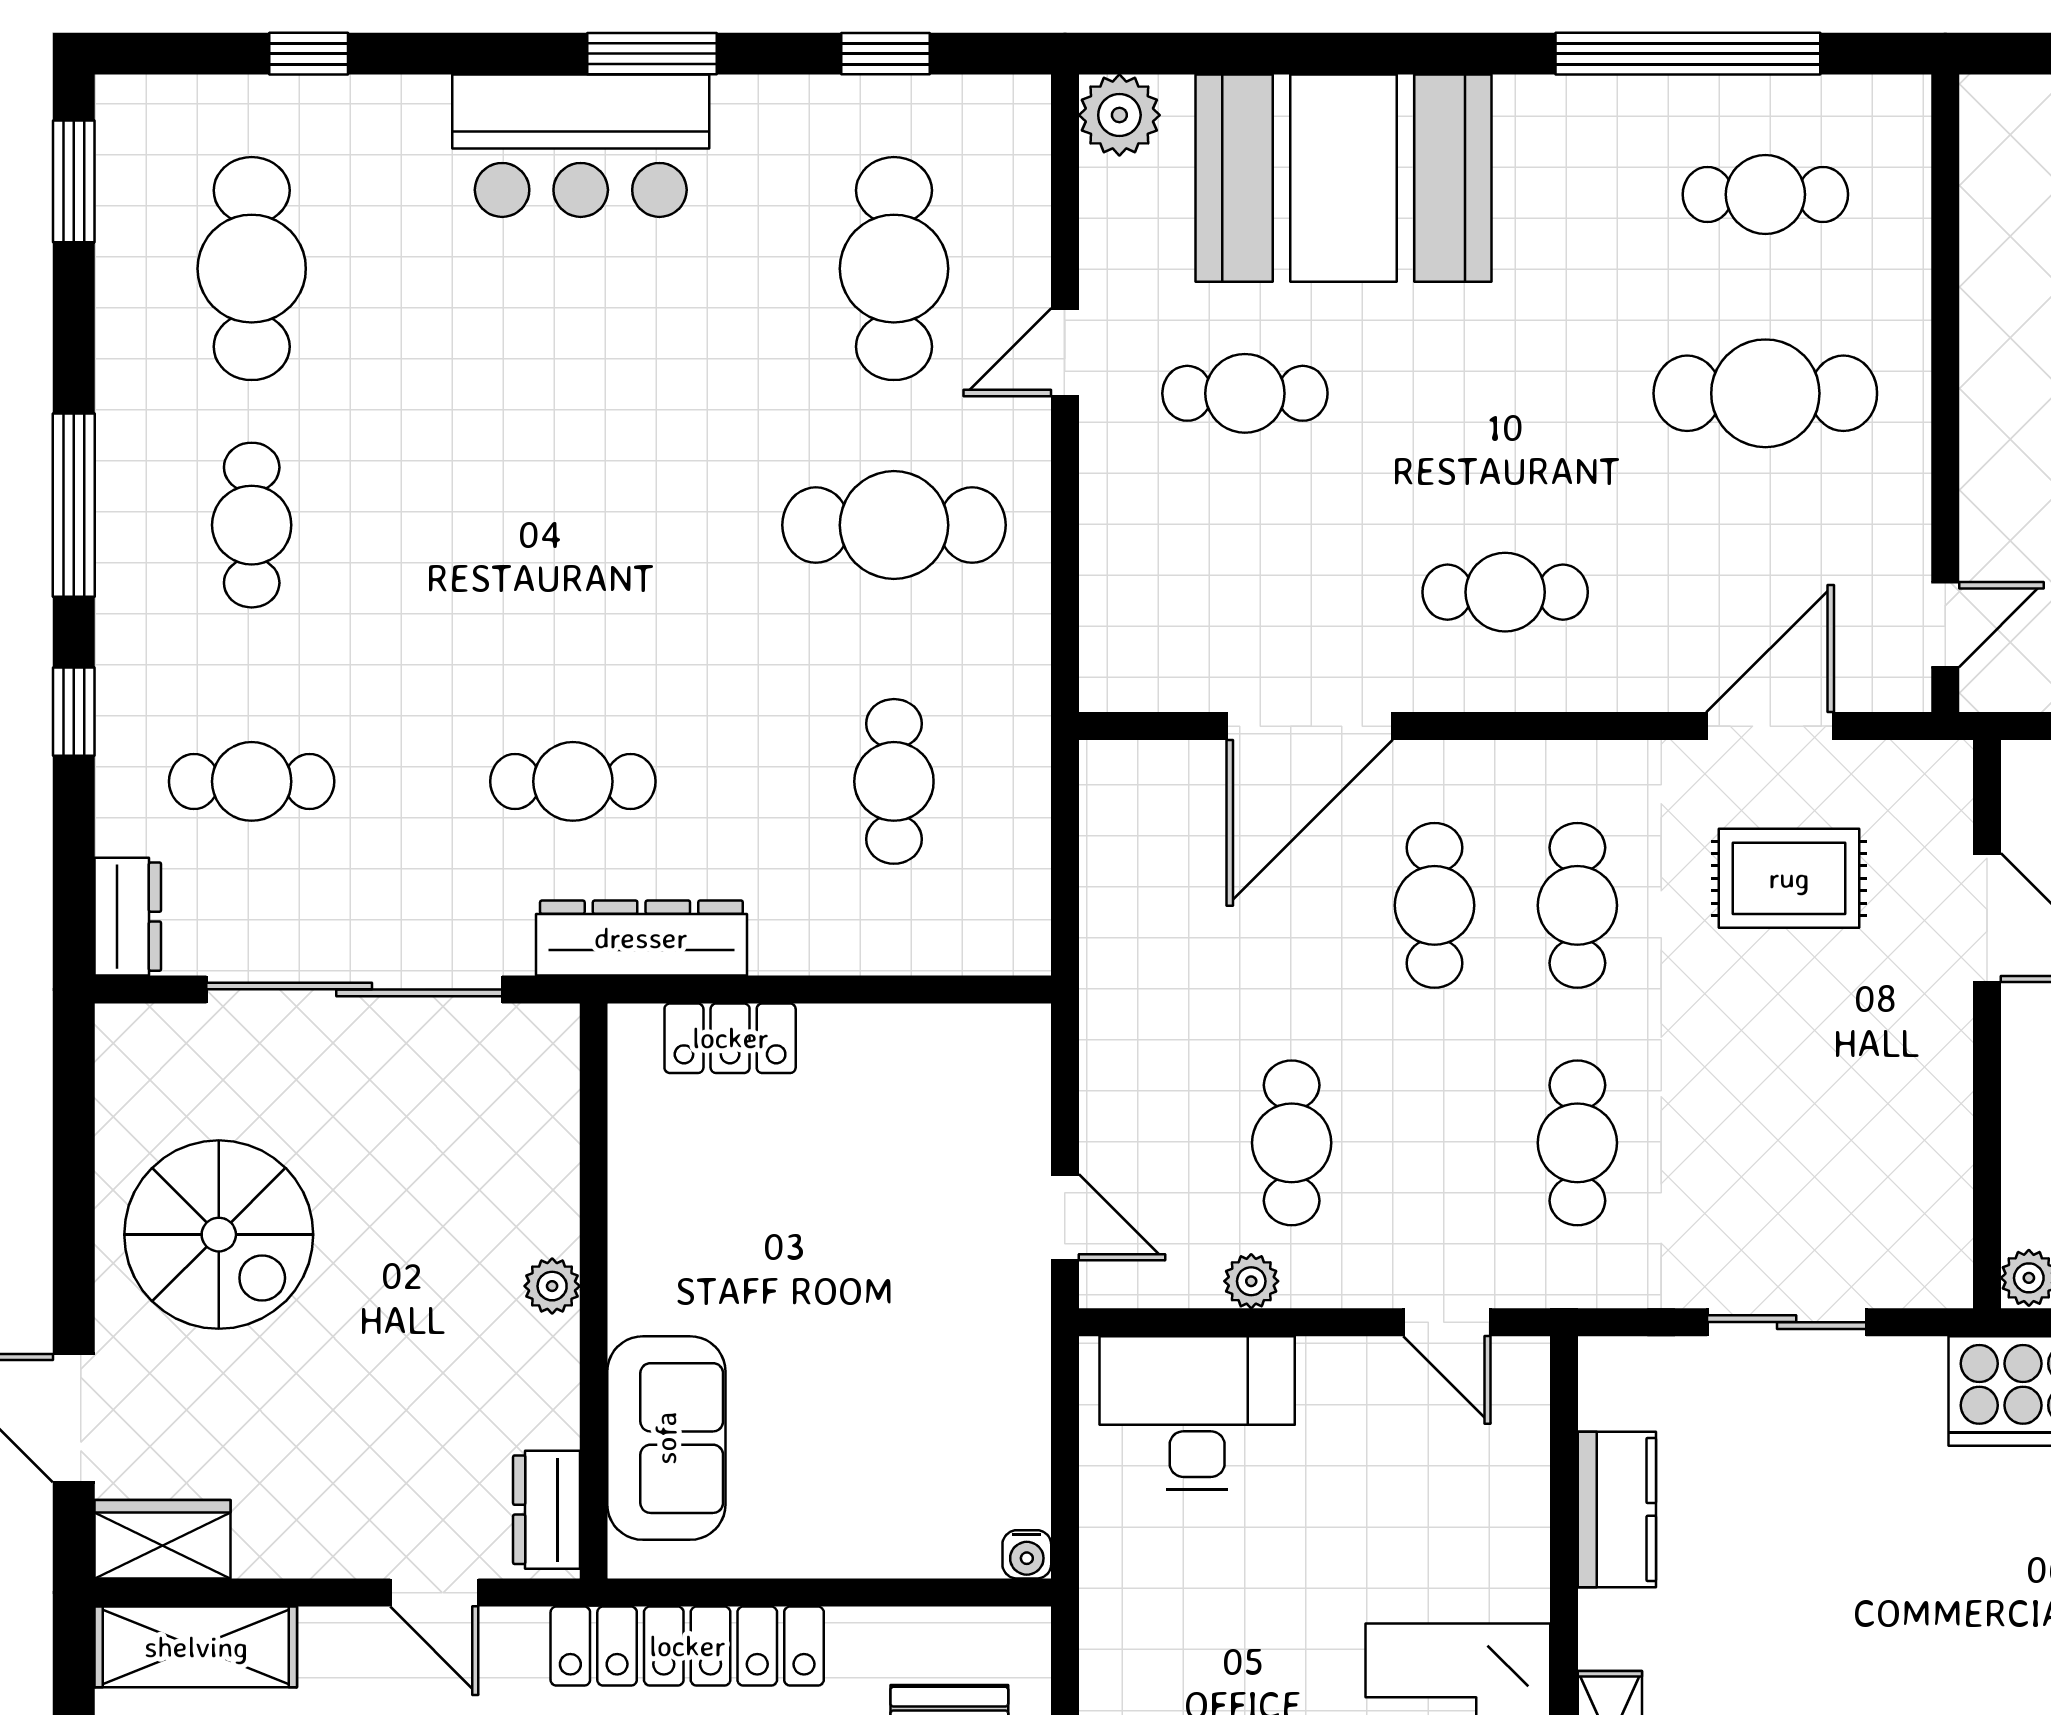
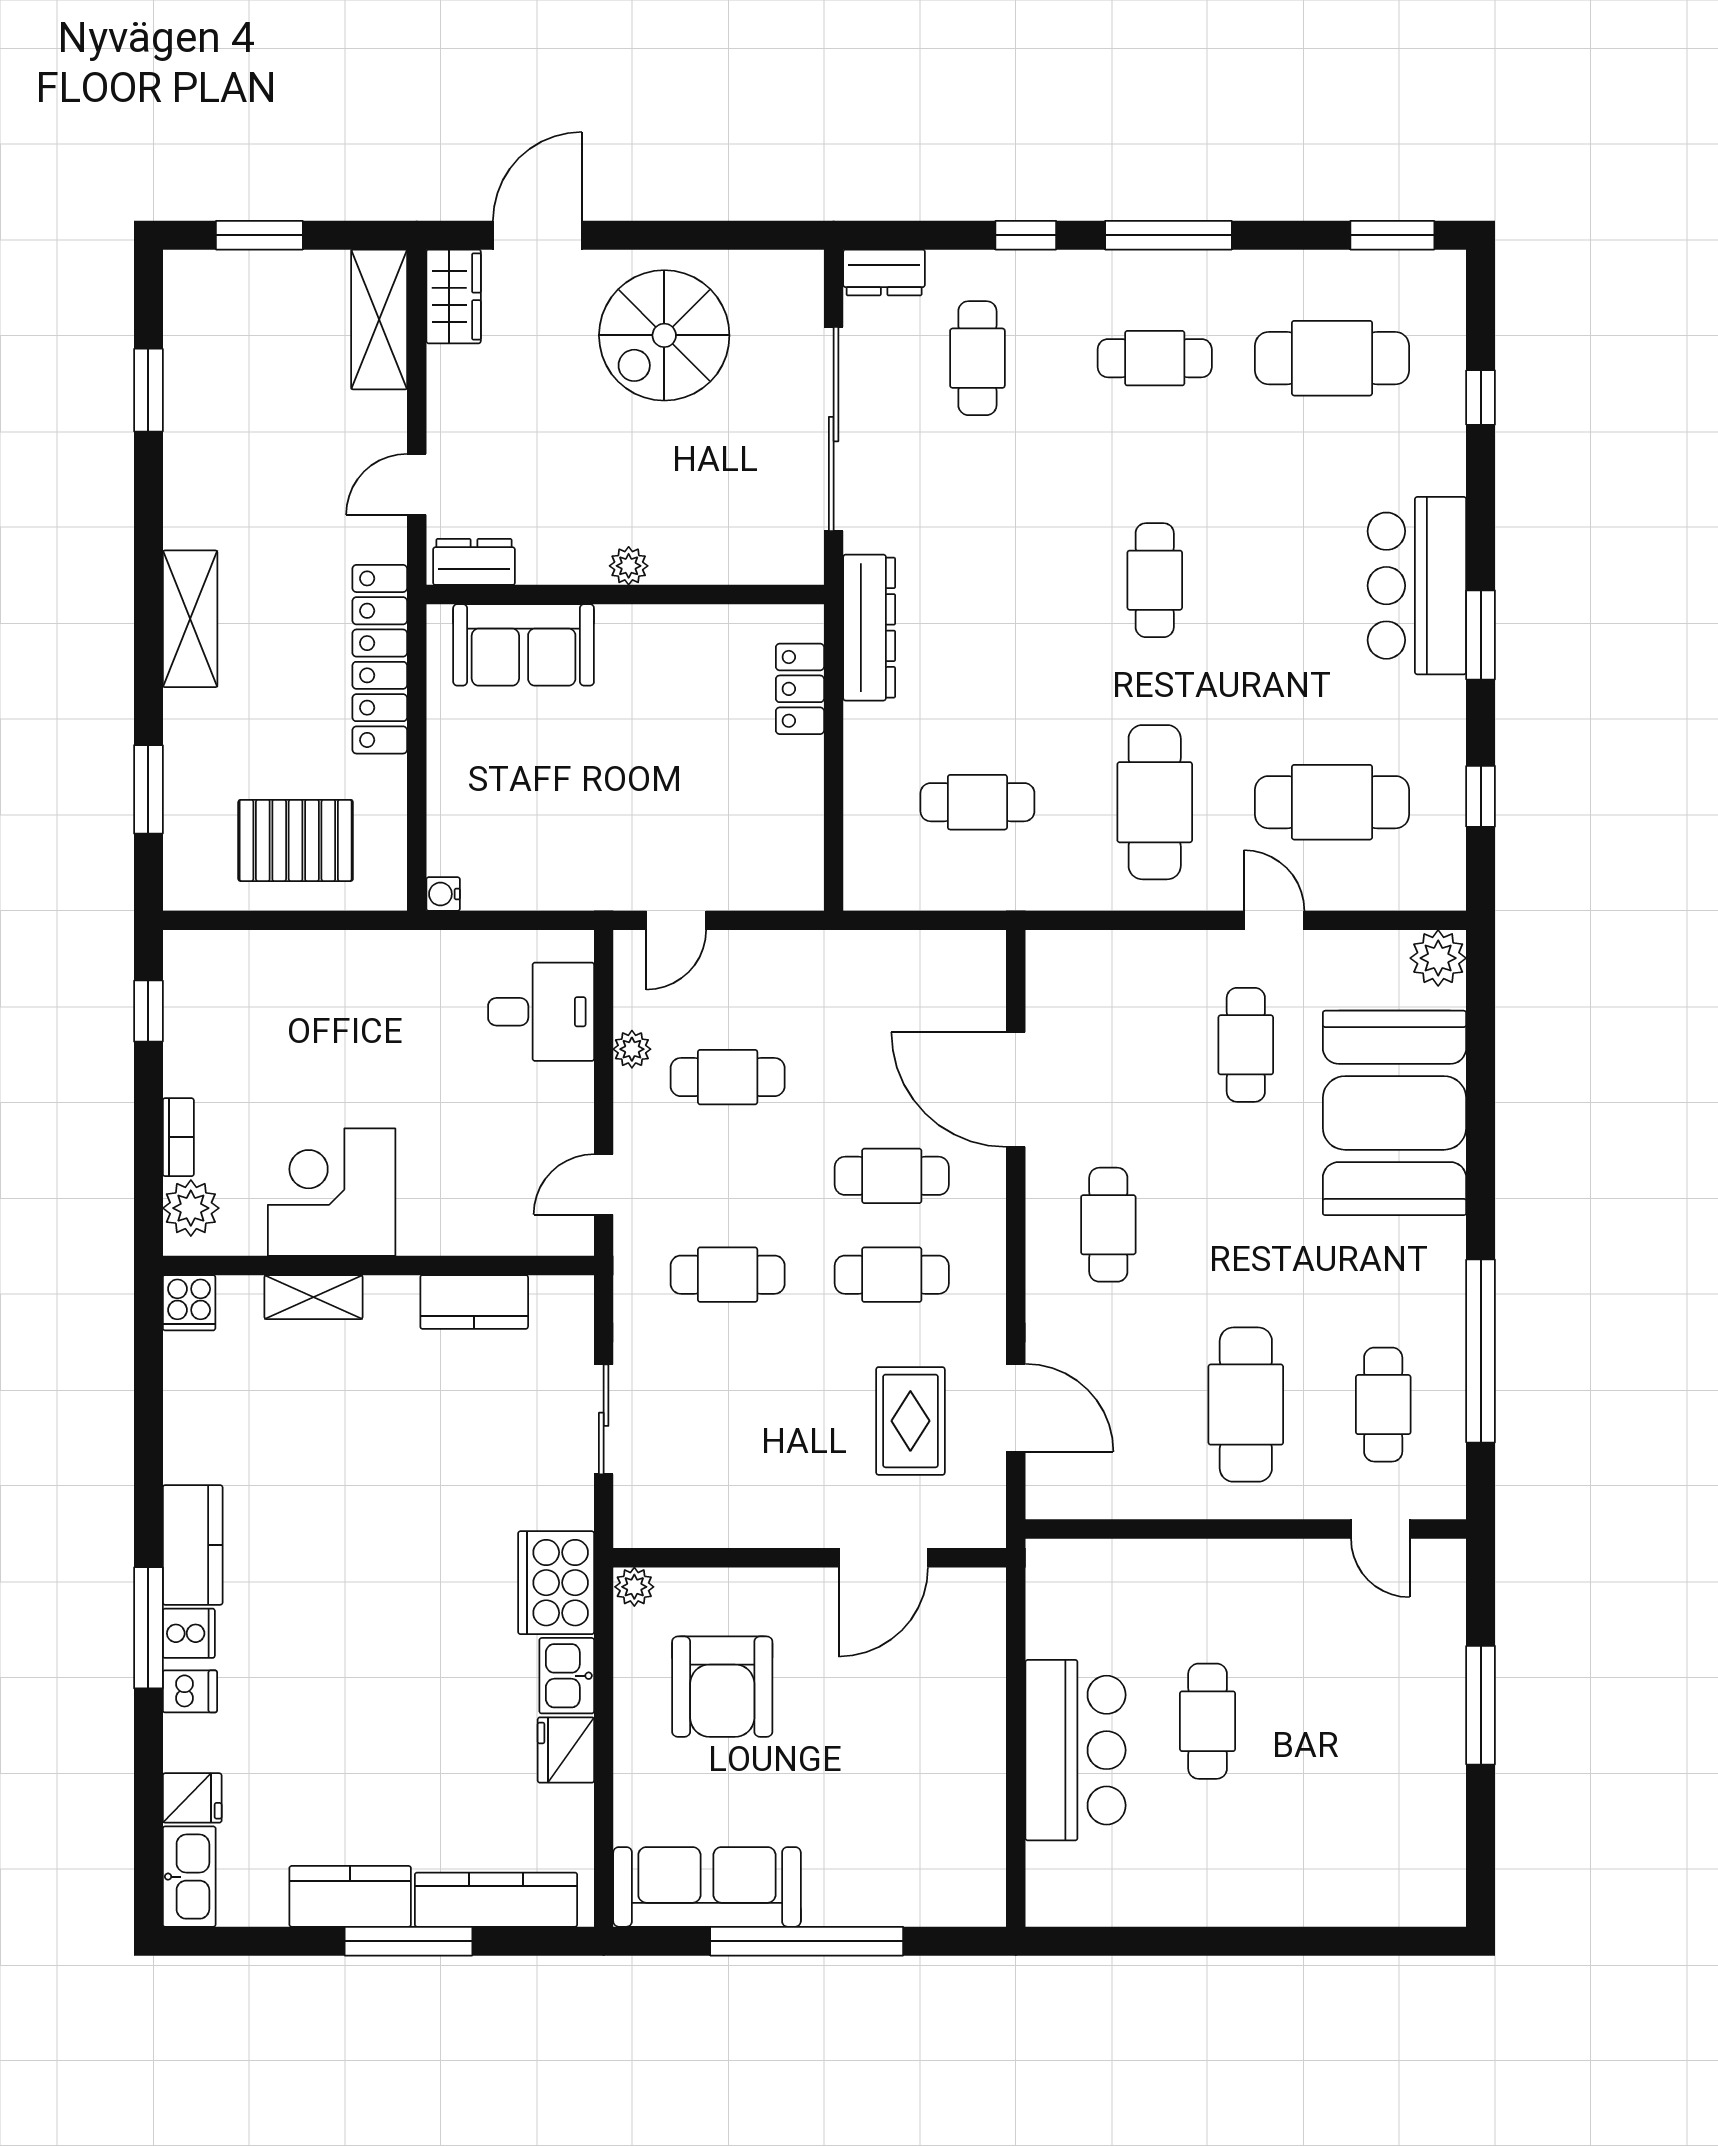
door: (1945, 625) -> (1380, 1529), moved
cafe table: (573, 781) -> (1155, 580), moved
desk: (1197, 1413) -> (541, 1012), width x0.73

